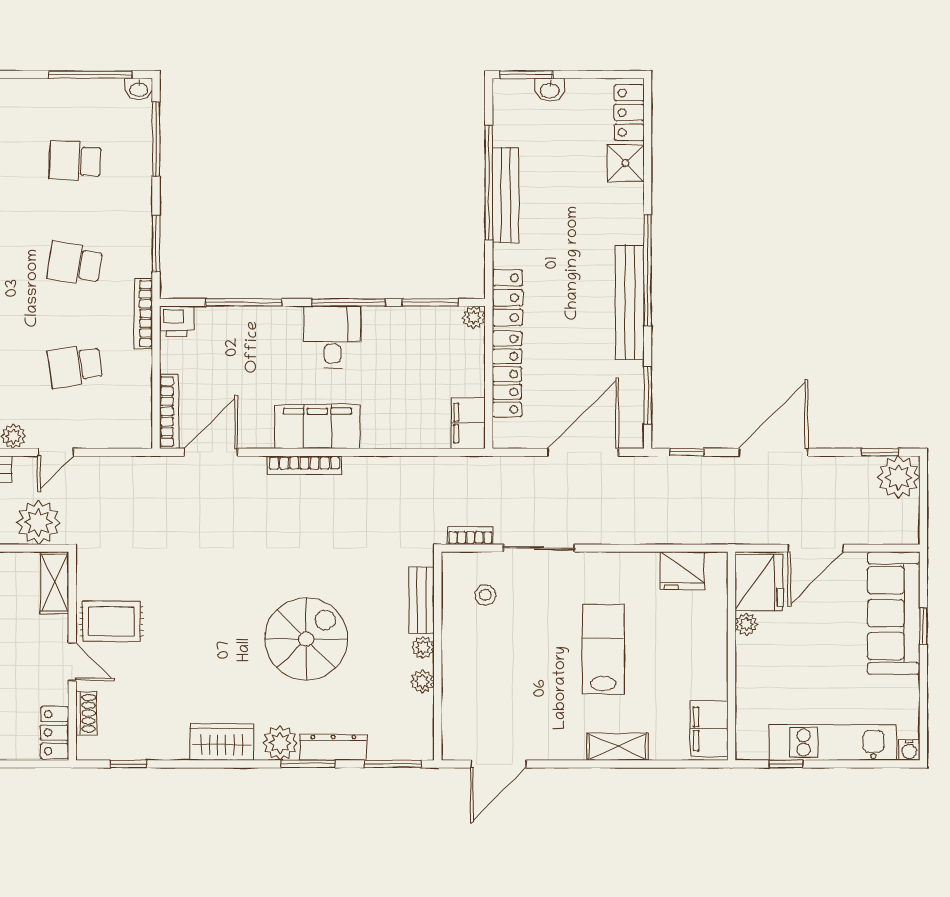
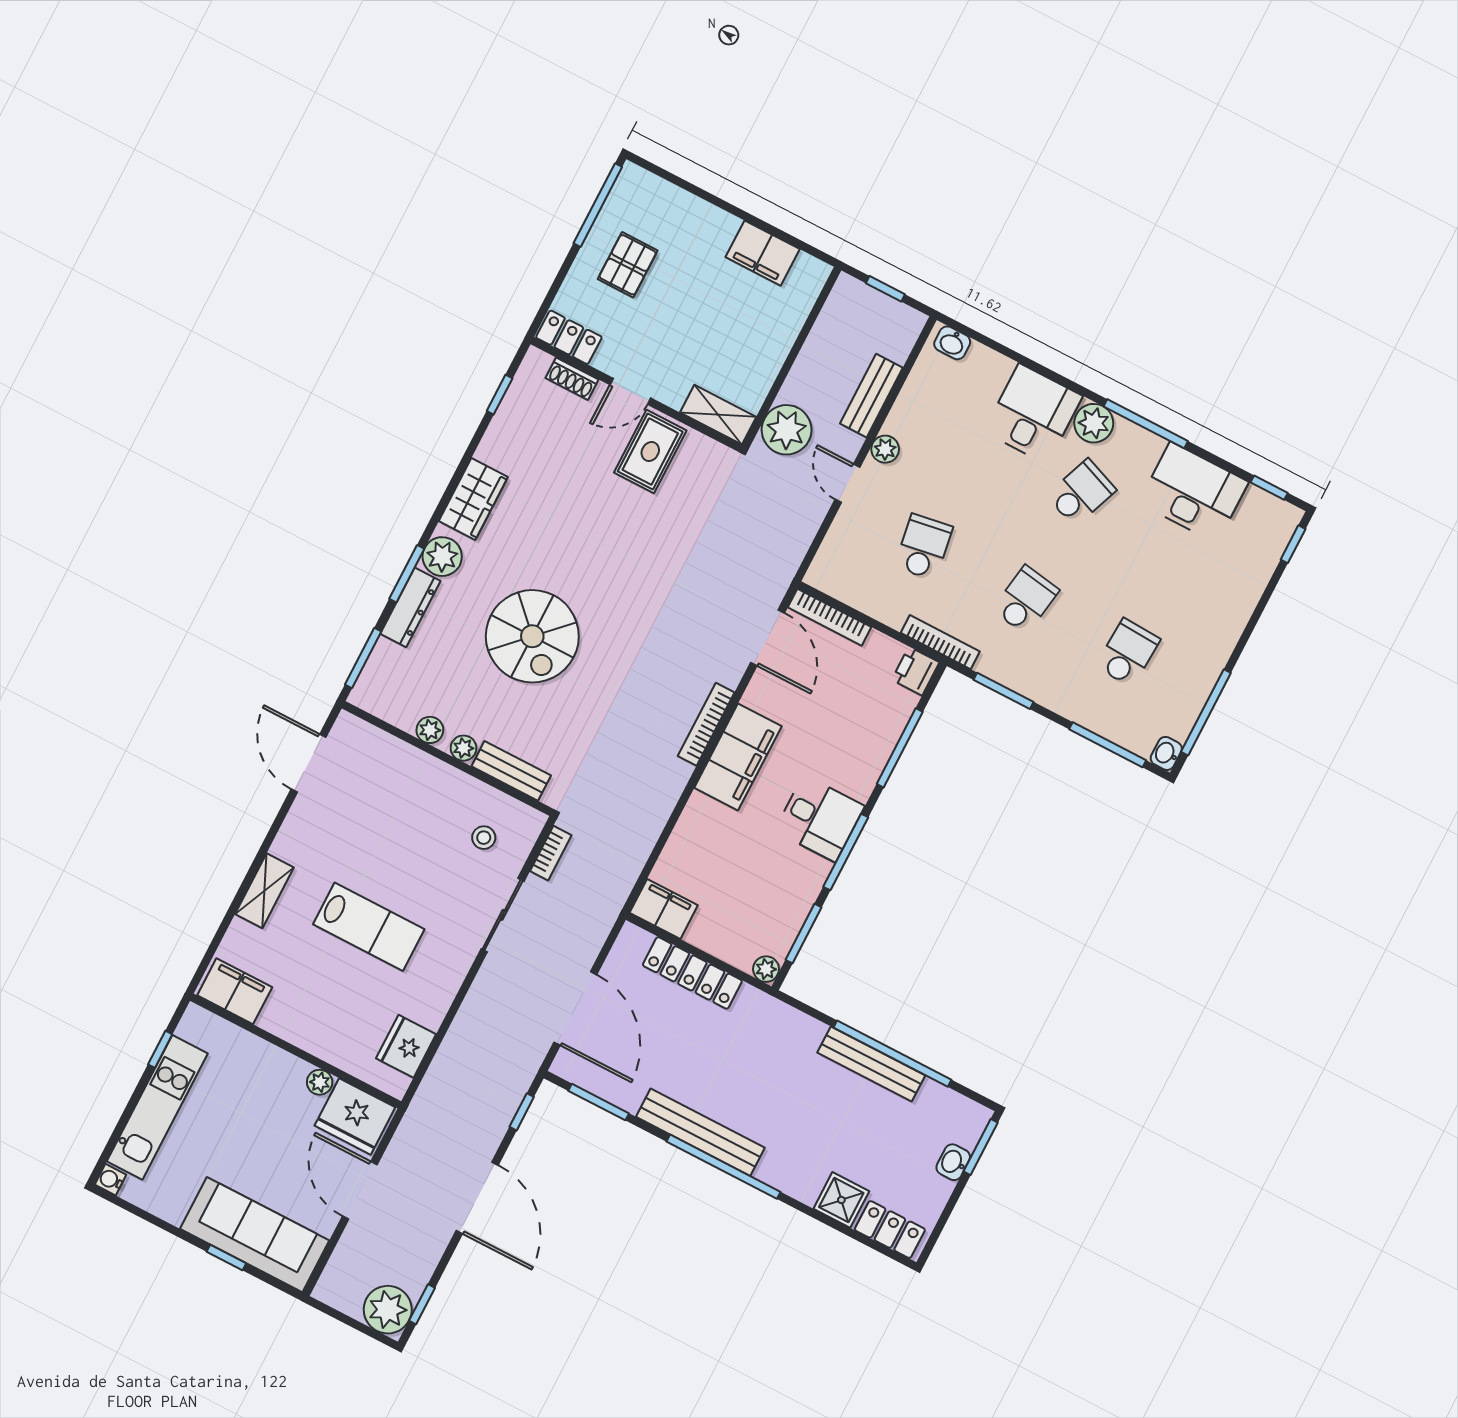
locker: (507, 298) -> (768, 1013), removed

